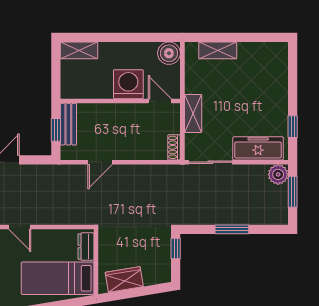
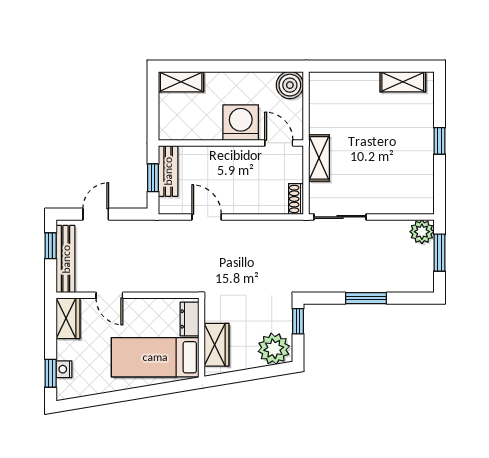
shelving: (218, 50) -> (403, 82), moved
window: (293, 127) -> (440, 141), moved
freezer: (258, 148) -> (398, 200), removed
door: (100, 162) -> (207, 217), swing flipped
plant: (156, 271) -> (274, 349), added
wardrobe: (124, 279) -> (217, 345), moved, turned 99

